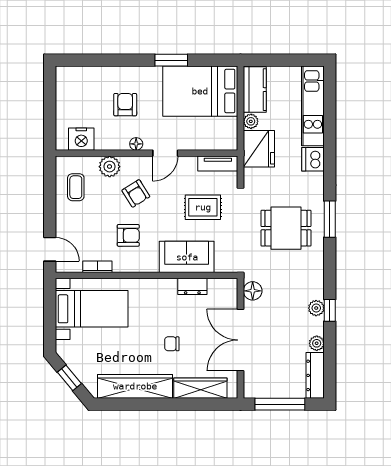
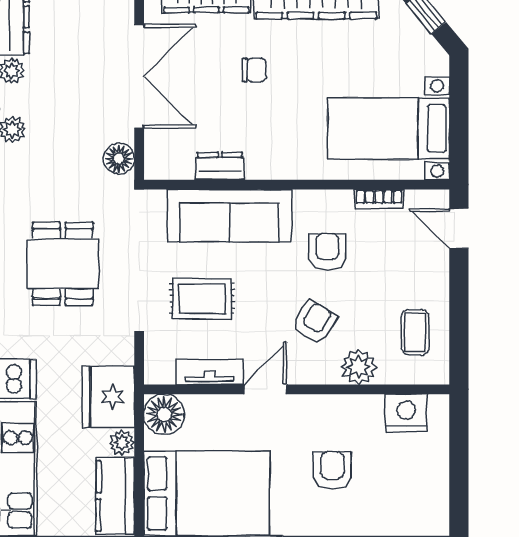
armchair: (125, 105) -> (332, 471), turned 180
floor lamp: (136, 144) -> (164, 414), moved, width x1.89, depth x1.89
tv unit: (218, 164) -> (210, 372), moved
armchair: (136, 193) -> (315, 322), turned 64
dining table: (286, 228) -> (63, 264), turned 90
armchair: (128, 235) -> (327, 252), turned 90
sofa: (187, 257) -> (229, 216), width x1.36

